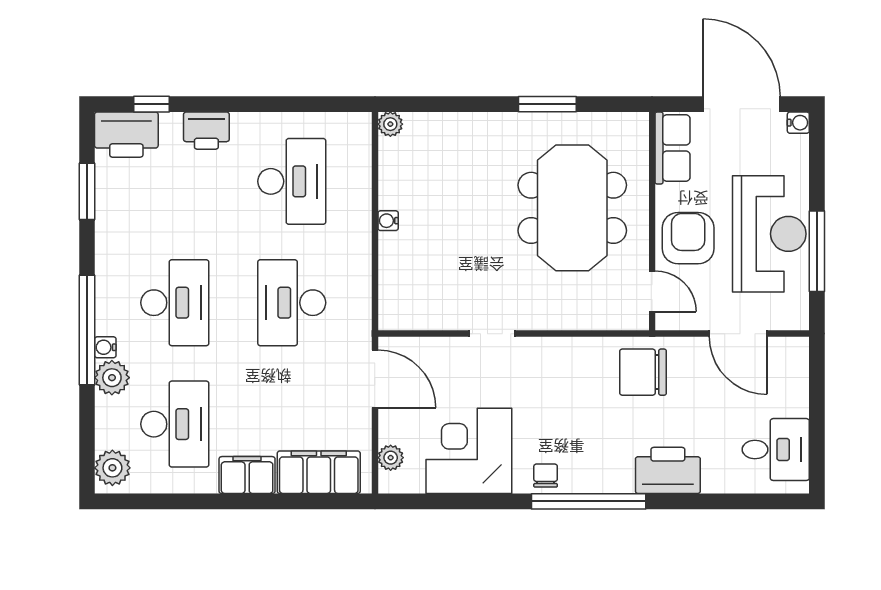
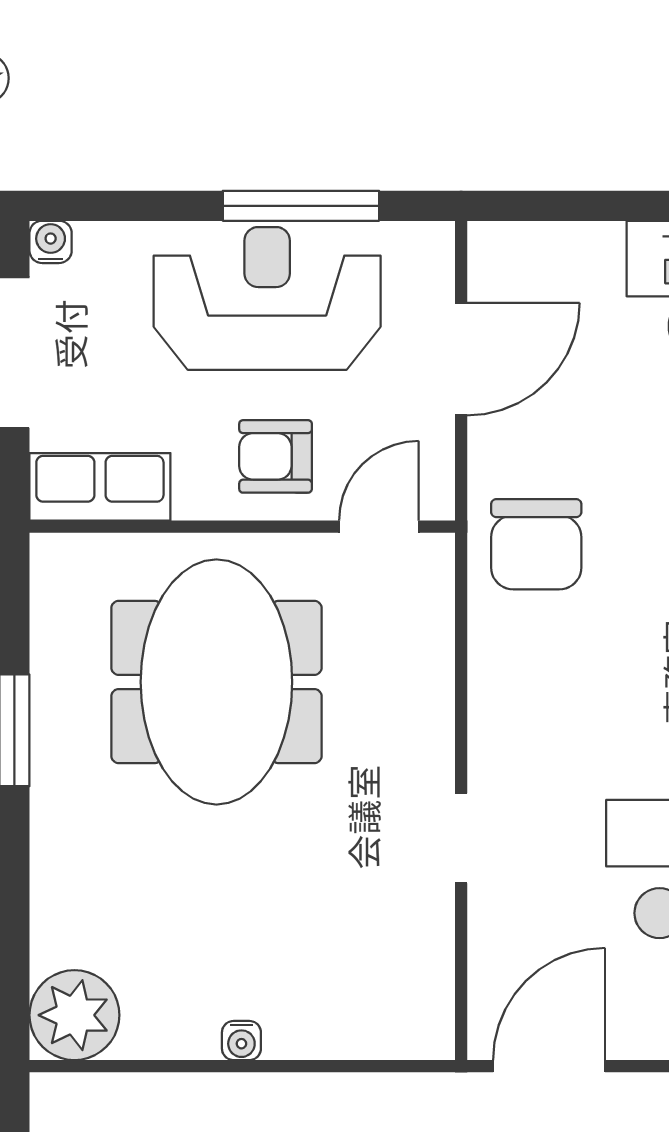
plant: (390, 124) -> (74, 1015), width x1.87, depth x1.87
meeting table: (572, 208) -> (216, 682), turned 90
armchair: (688, 238) -> (276, 456), width x0.72, depth x0.72

